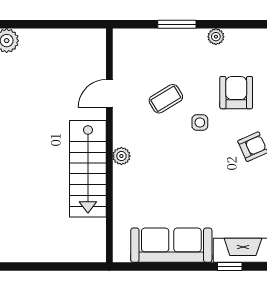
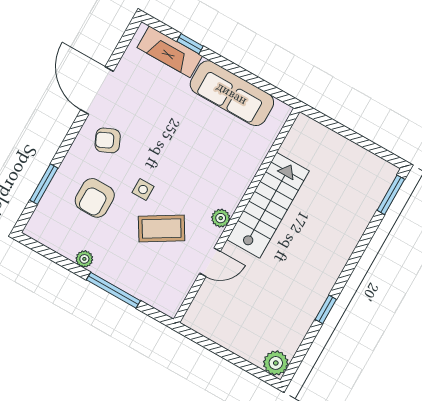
window: (177, 24) -> (113, 290), width x1.44
coffee table: (166, 99) -> (162, 228), width x1.36, depth x1.30
plant: (121, 156) -> (221, 218), moved

